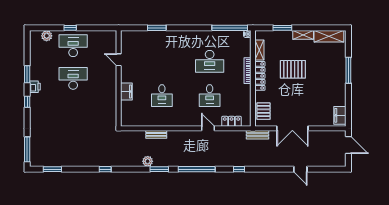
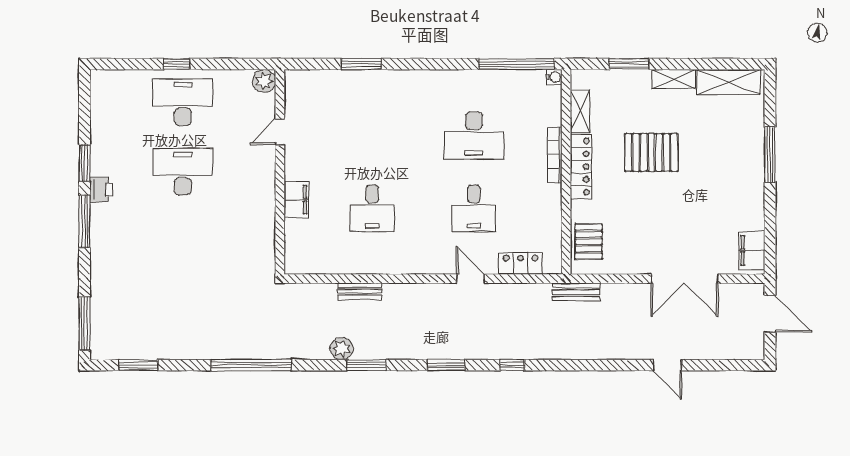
plant: (47, 36) -> (264, 81), moved
door: (119, 60) -> (280, 132), hinge flipped
window: (27, 102) -> (85, 222), width x2.17
double door: (292, 128) -> (684, 279), moved
window: (105, 169) -> (251, 365), width x3.17
window: (197, 169) -> (446, 365), width x0.47
window: (239, 169) -> (512, 365), moved

